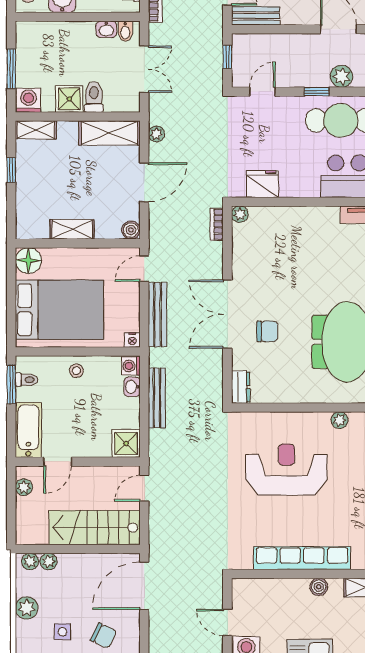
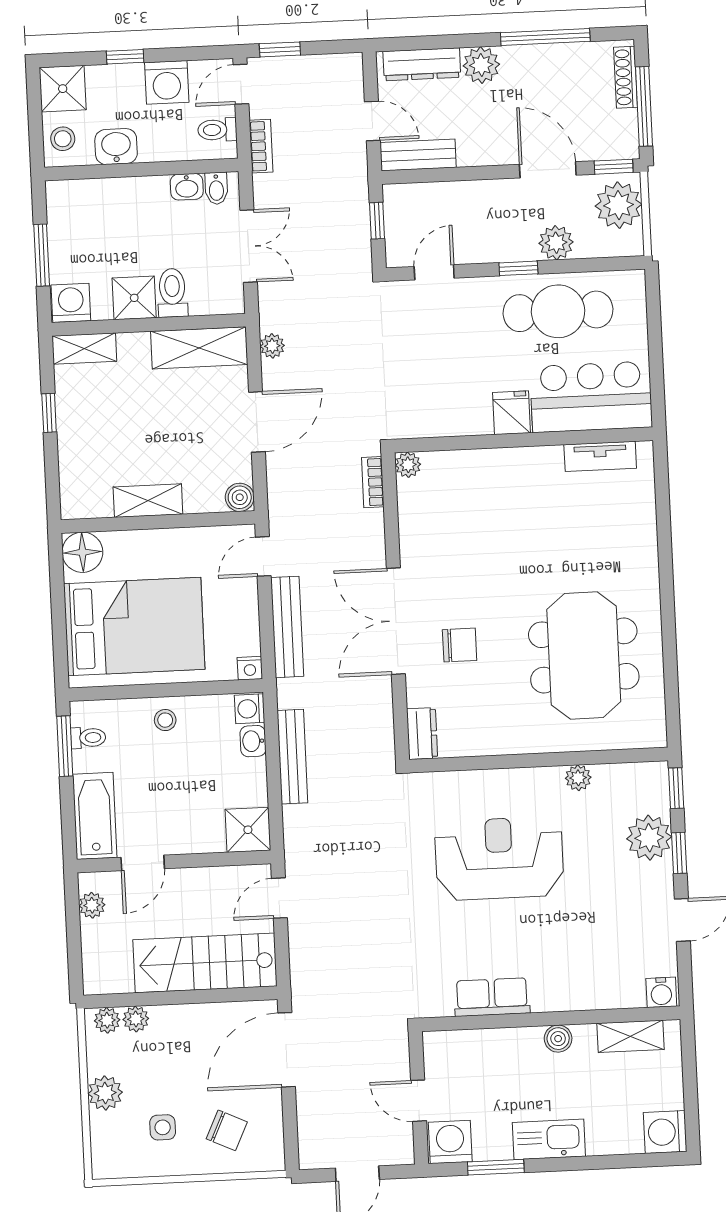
fridge: (262, 184) -> (511, 413), moved, width x0.72
row of seats: (302, 558) -> (492, 997), width x0.50

